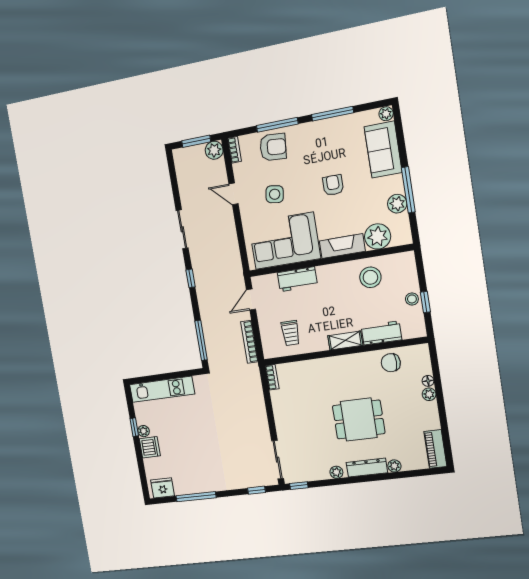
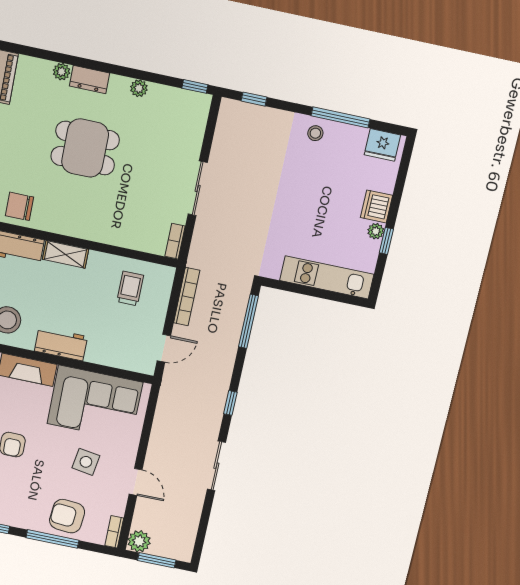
workbench: (297, 279) -> (61, 344), moved
chair: (391, 363) -> (20, 206), turned 180
sliding door: (278, 460) -> (198, 188), moved
dresser: (367, 468) -> (89, 80), width x0.70
stool: (208, 481) -> (315, 133), added

